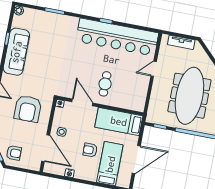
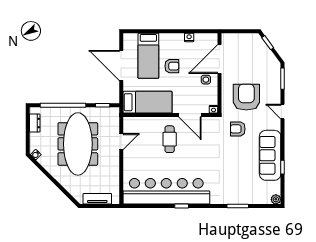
door: (154, 69) -> (121, 142), moved
door: (46, 148) -> (219, 59), hinge flipped
armchair: (14, 153) -> (238, 129), moved
door: (136, 160) -> (121, 66), hinge flipped

